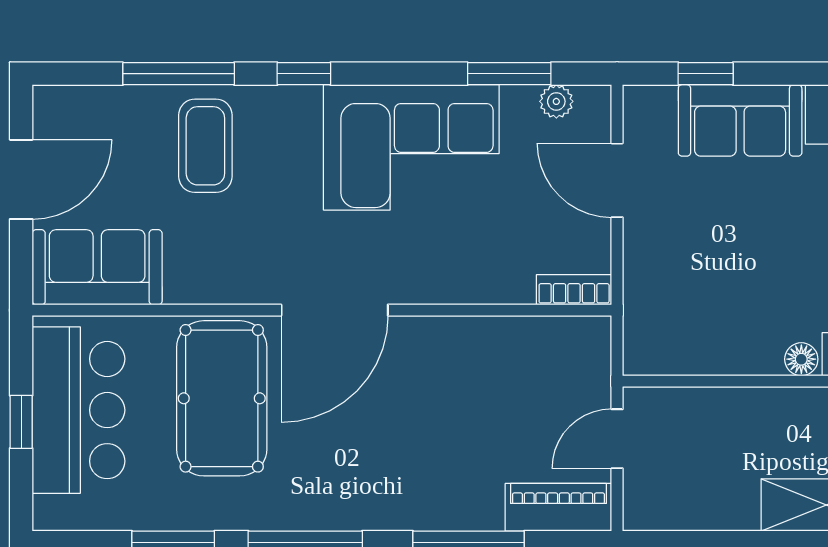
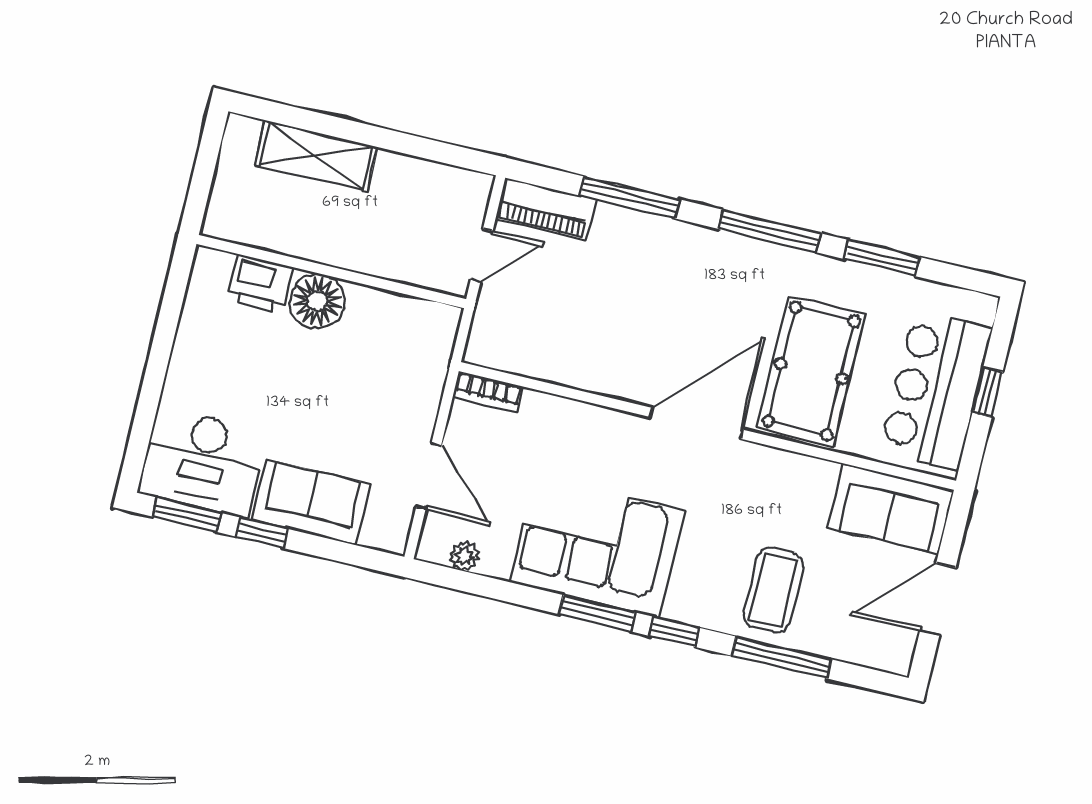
window: (509, 74) -> (597, 613), moved
window: (706, 74) -> (262, 533), moved
floor lamp: (801, 359) -> (317, 301), width x1.89, depth x1.89

